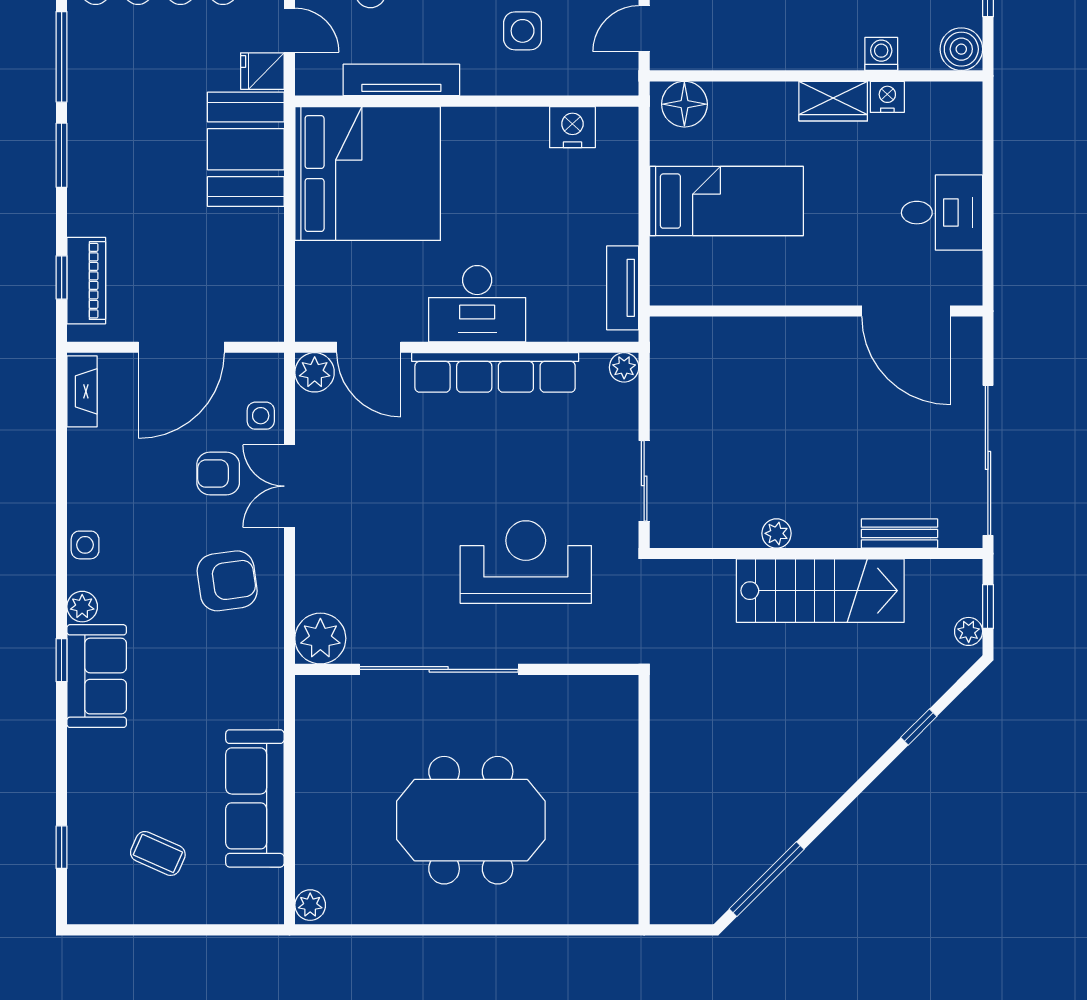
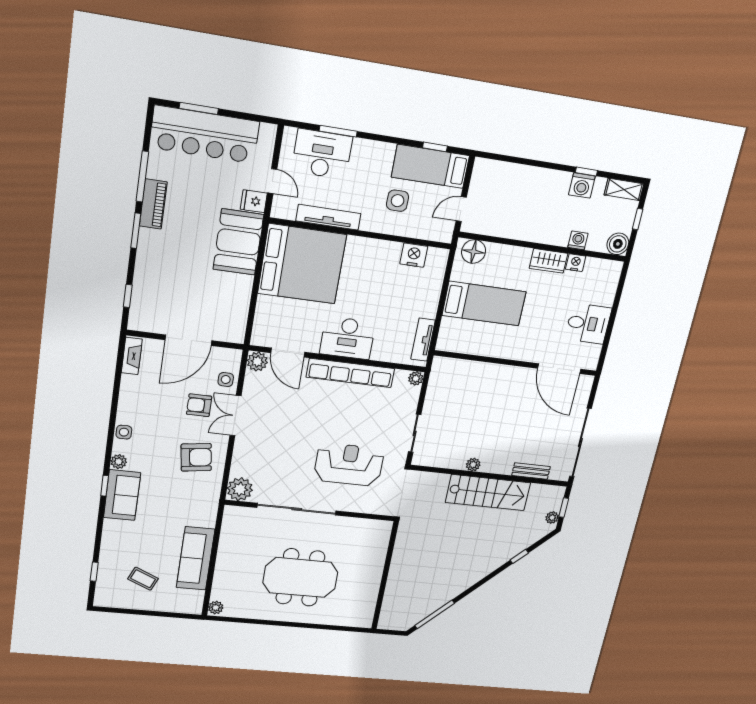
piano: (86, 281) -> (153, 204), moved

